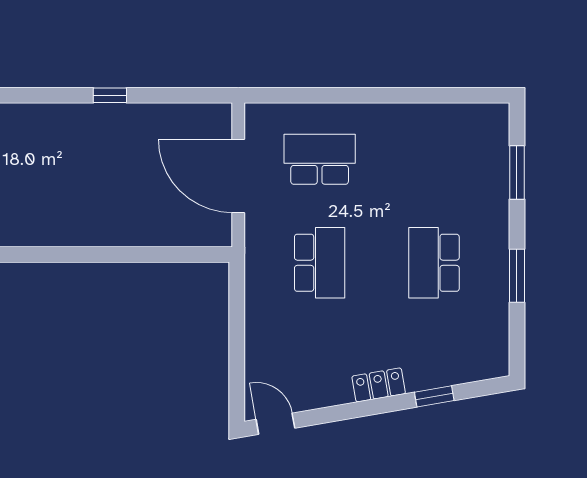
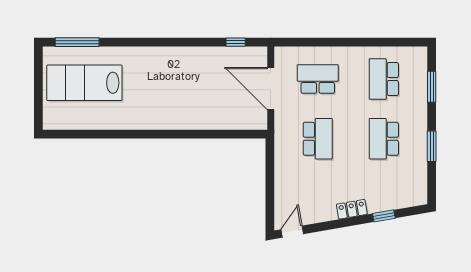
window: (110, 95) -> (236, 42), moved
school desk: (434, 159) -> (384, 79), added
door: (275, 424) -> (292, 232), hinge flipped

